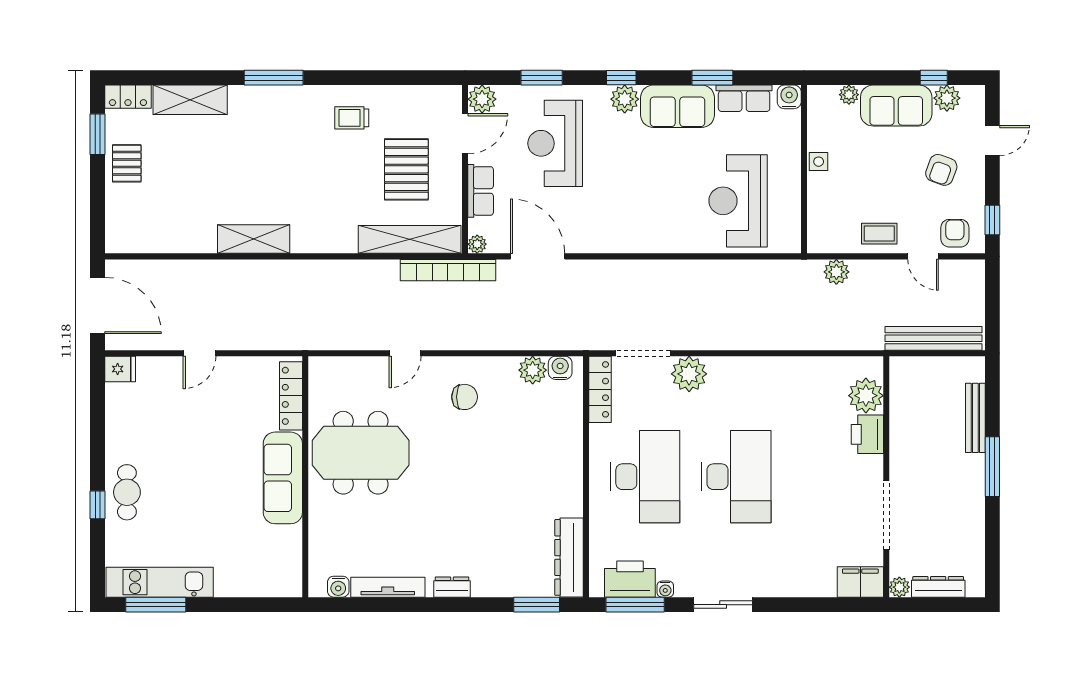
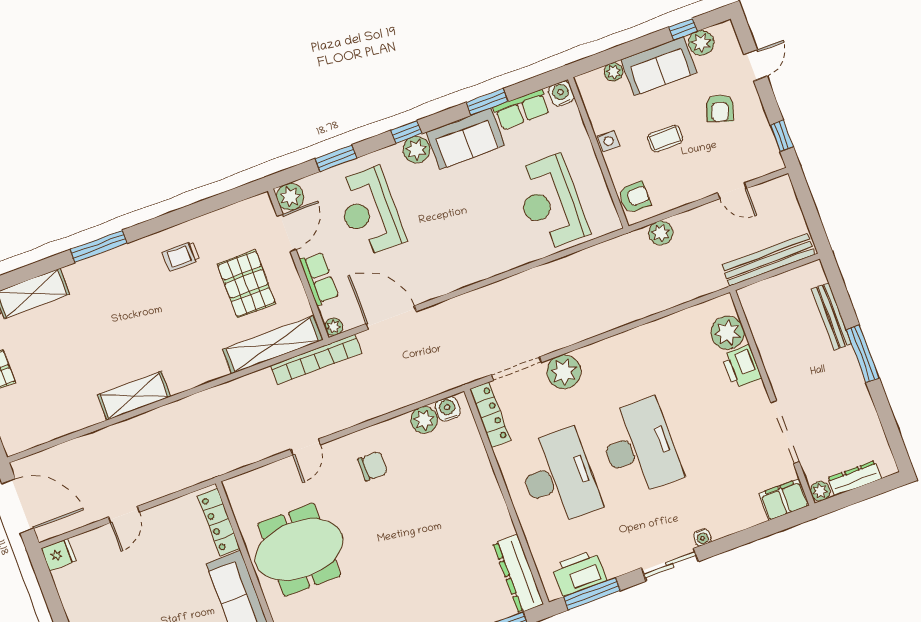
armchair: (955, 233) -> (635, 197), moved, turned 90
coffee table: (879, 234) -> (665, 139), moved
water cooler: (665, 589) -> (702, 537), moved

